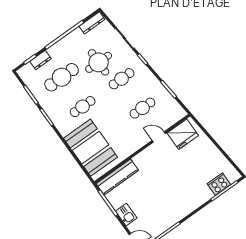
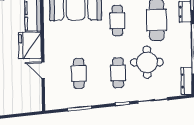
fridge: (183, 134) -> (30, 45), moved
door: (159, 137) -> (43, 70), swing flipped

